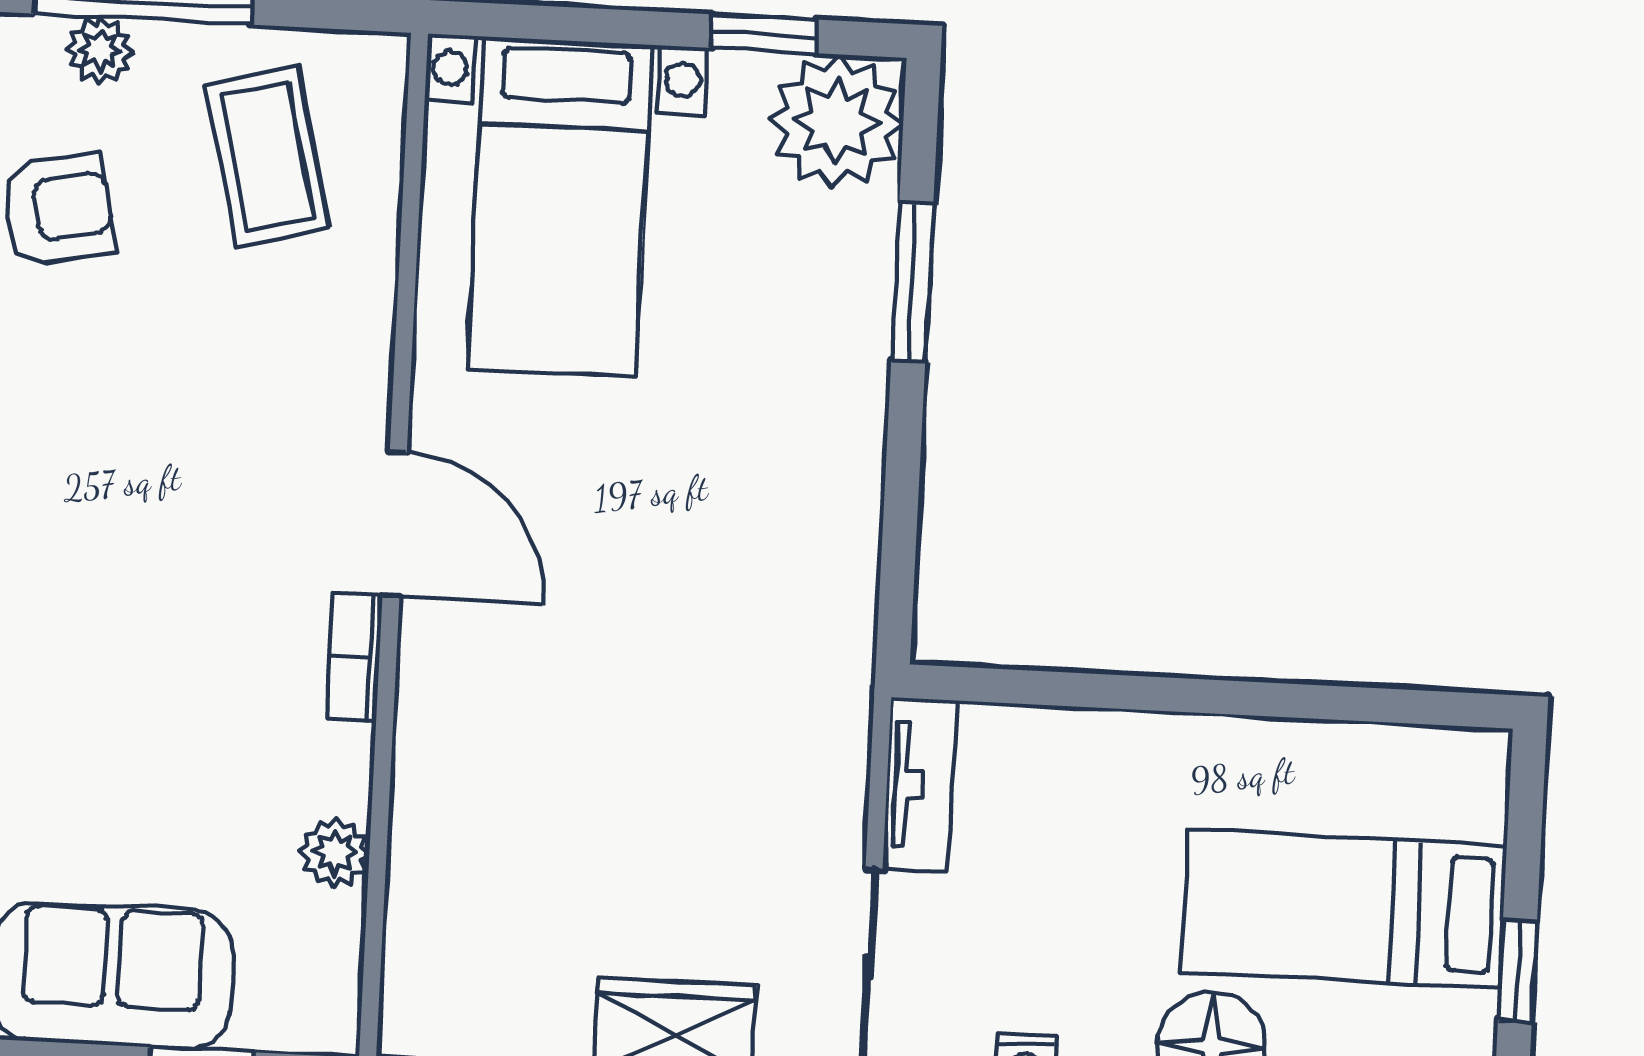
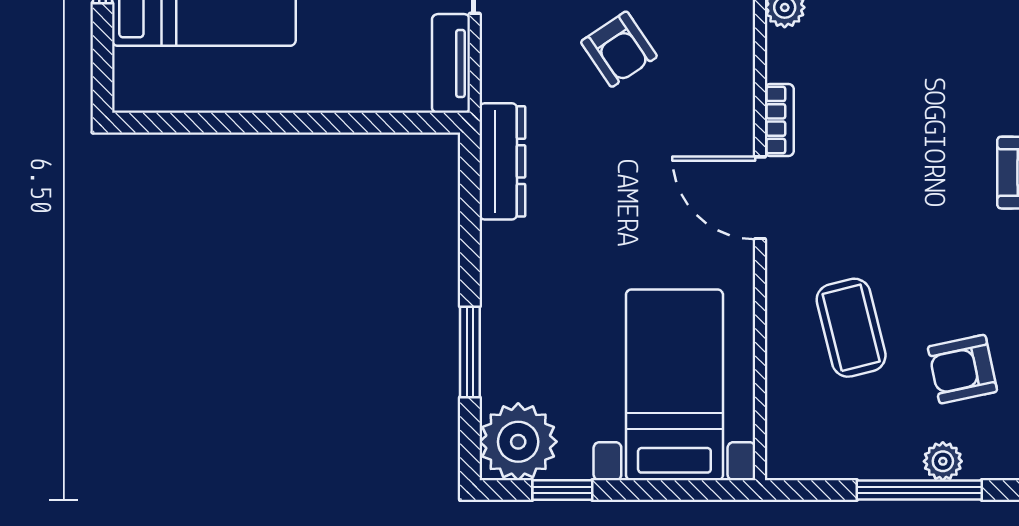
coffee table: (268, 156) -> (851, 328), moved
dresser: (839, 610) -> (502, 161), added
armchair: (627, 795) -> (619, 49), added

